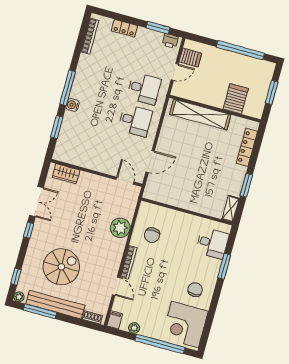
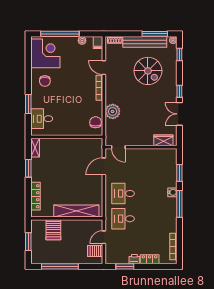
printer: (170, 41) -> (134, 259), moved
chair: (152, 235) -> (96, 122), moved
spiral stairs: (61, 267) -> (148, 71), turned -90

